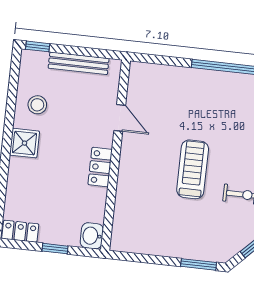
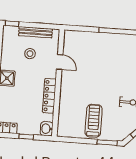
stool: (37, 105) -> (30, 54), moved
locker: (100, 167) -> (49, 96), width x1.53
treadmill: (193, 169) -> (94, 121), moved

